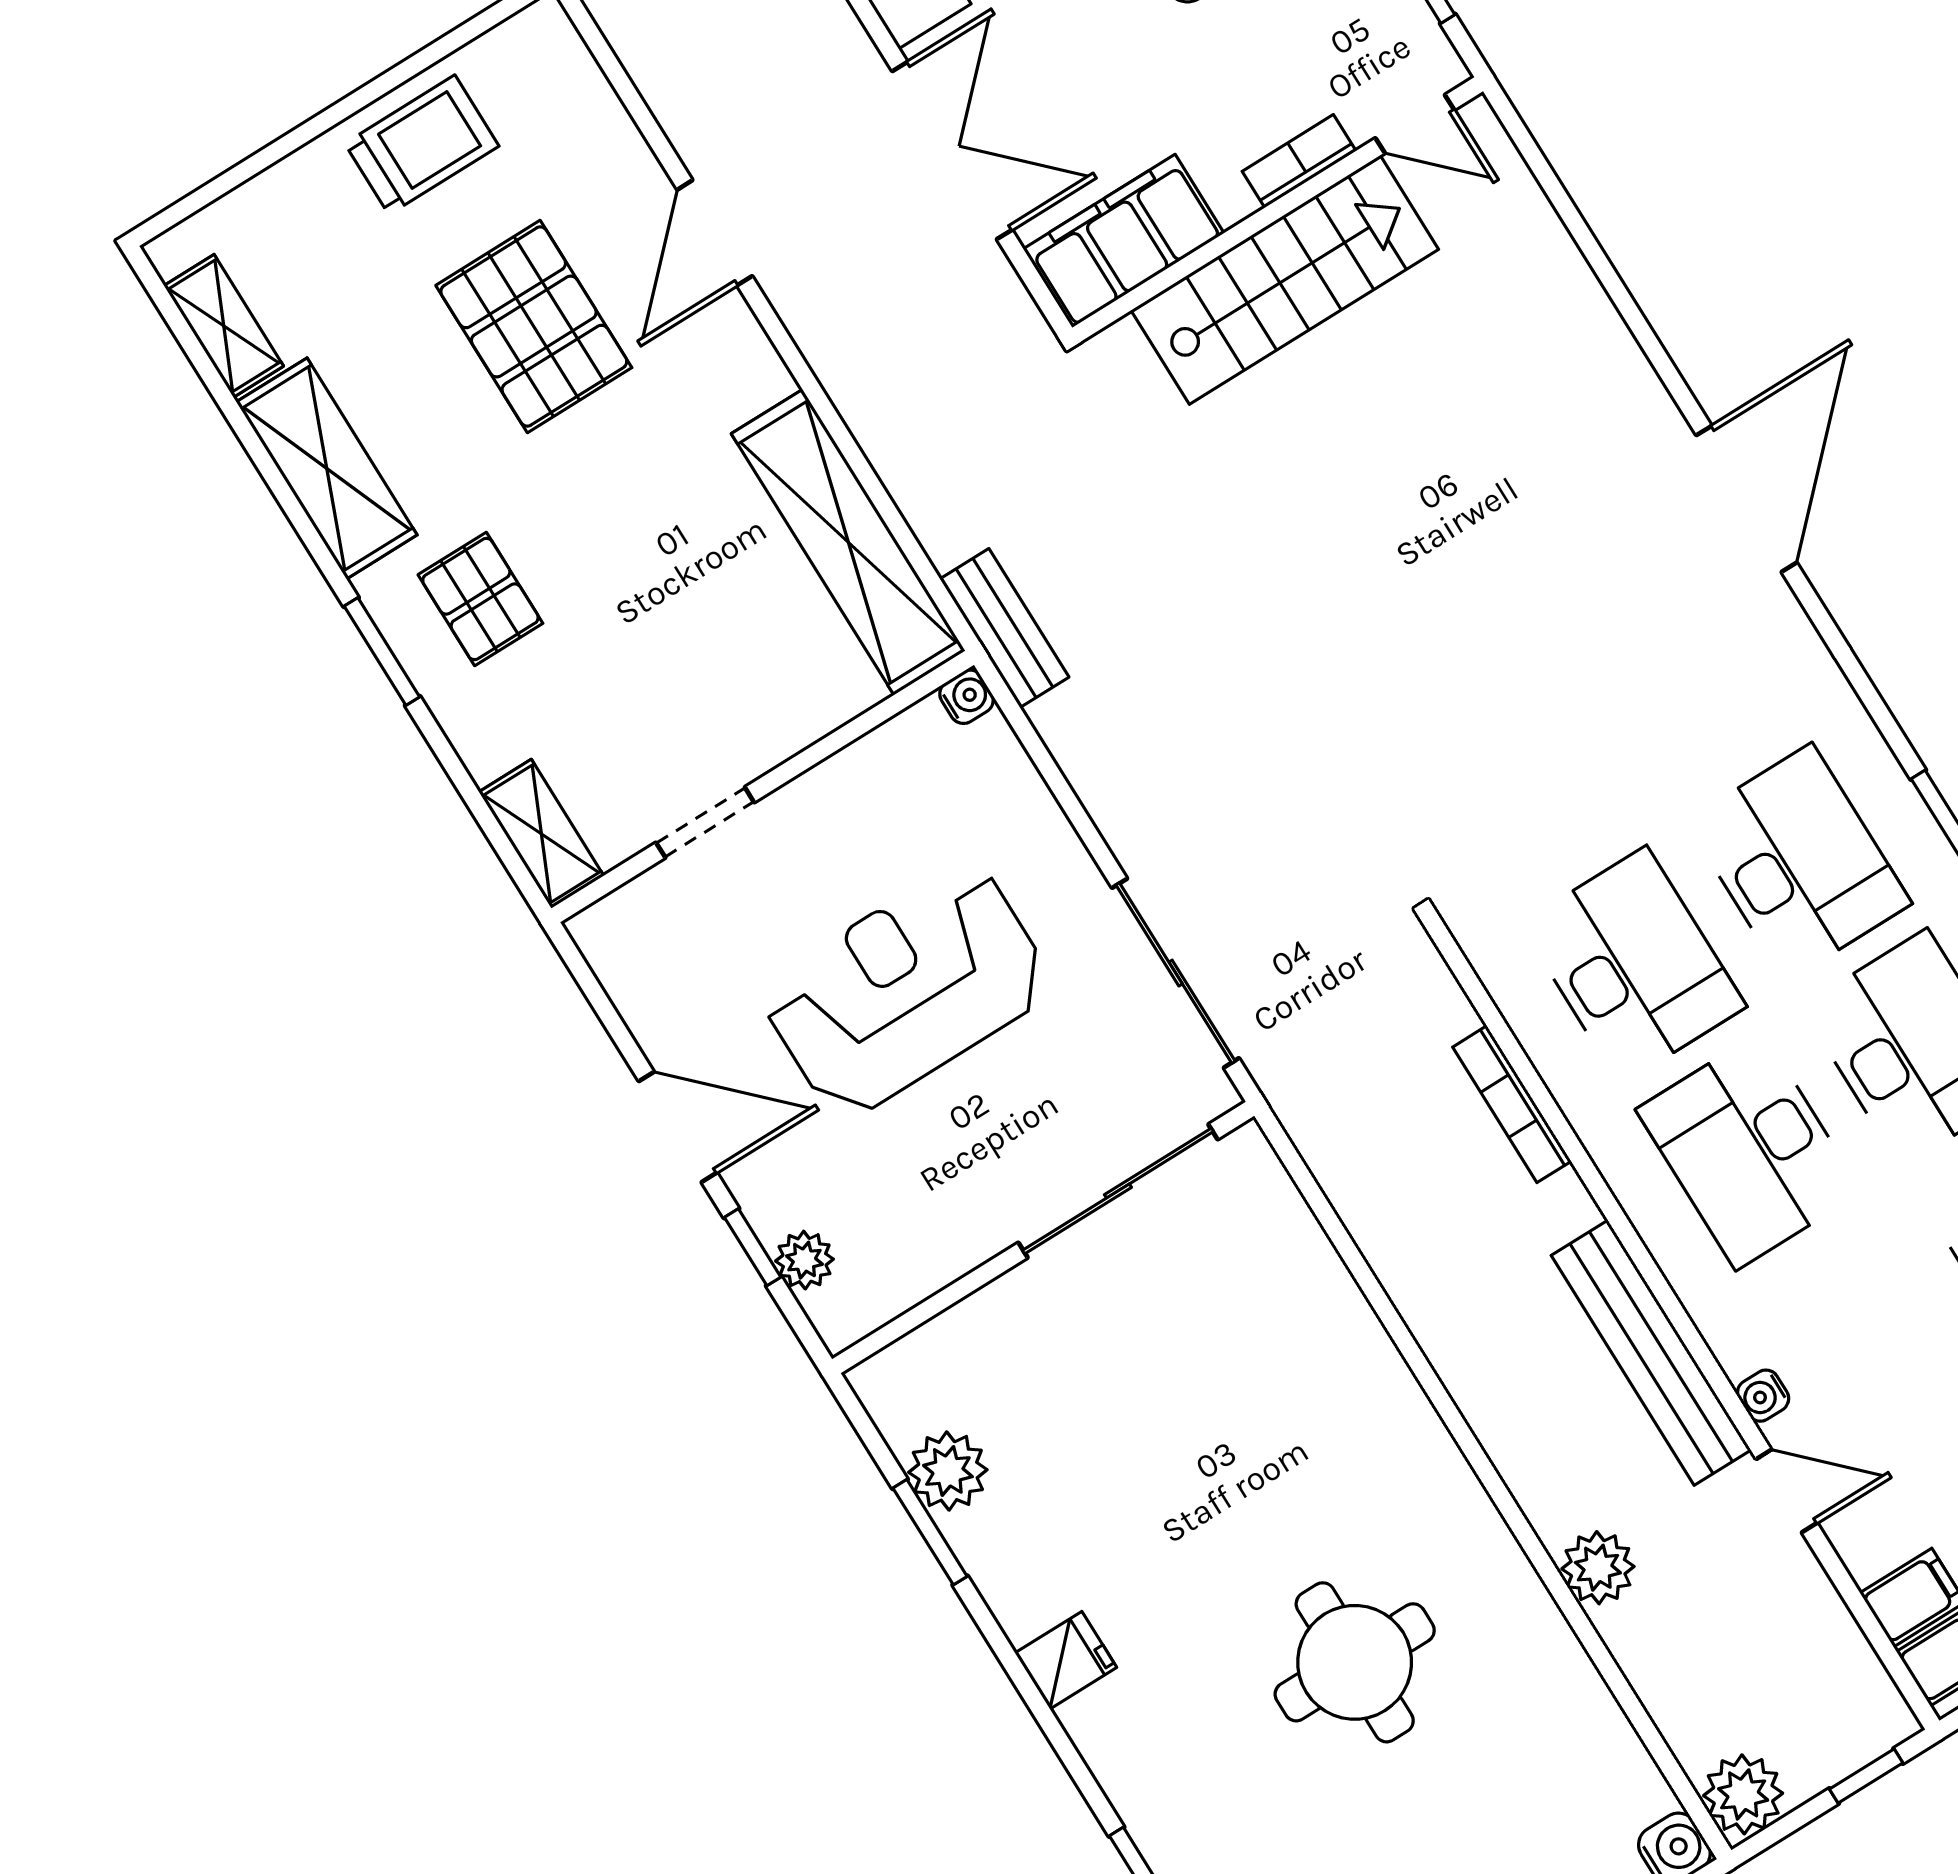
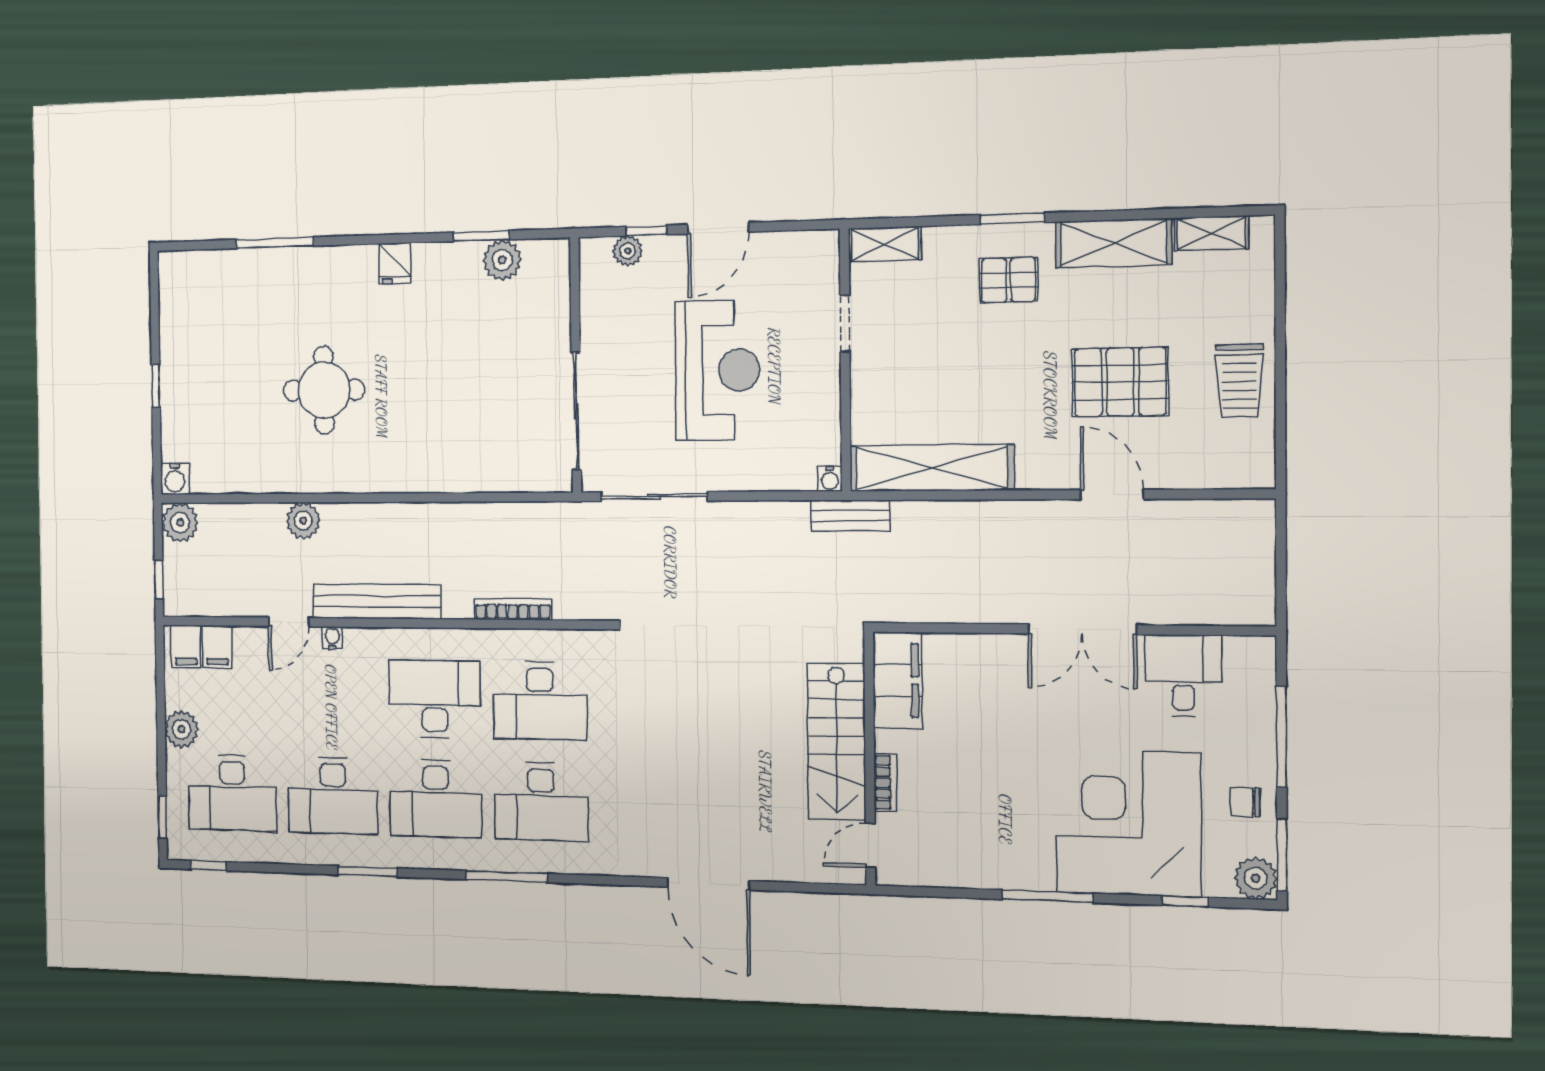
door: (1415, 124) -> (870, 845), moved
bookcase: (1299, 161) -> (885, 783), moved
wall: (1278, 209) -> (870, 759), moved
filing cabinet: (1124, 241) -> (898, 680), moved
stairs: (1285, 280) -> (837, 741), moved

